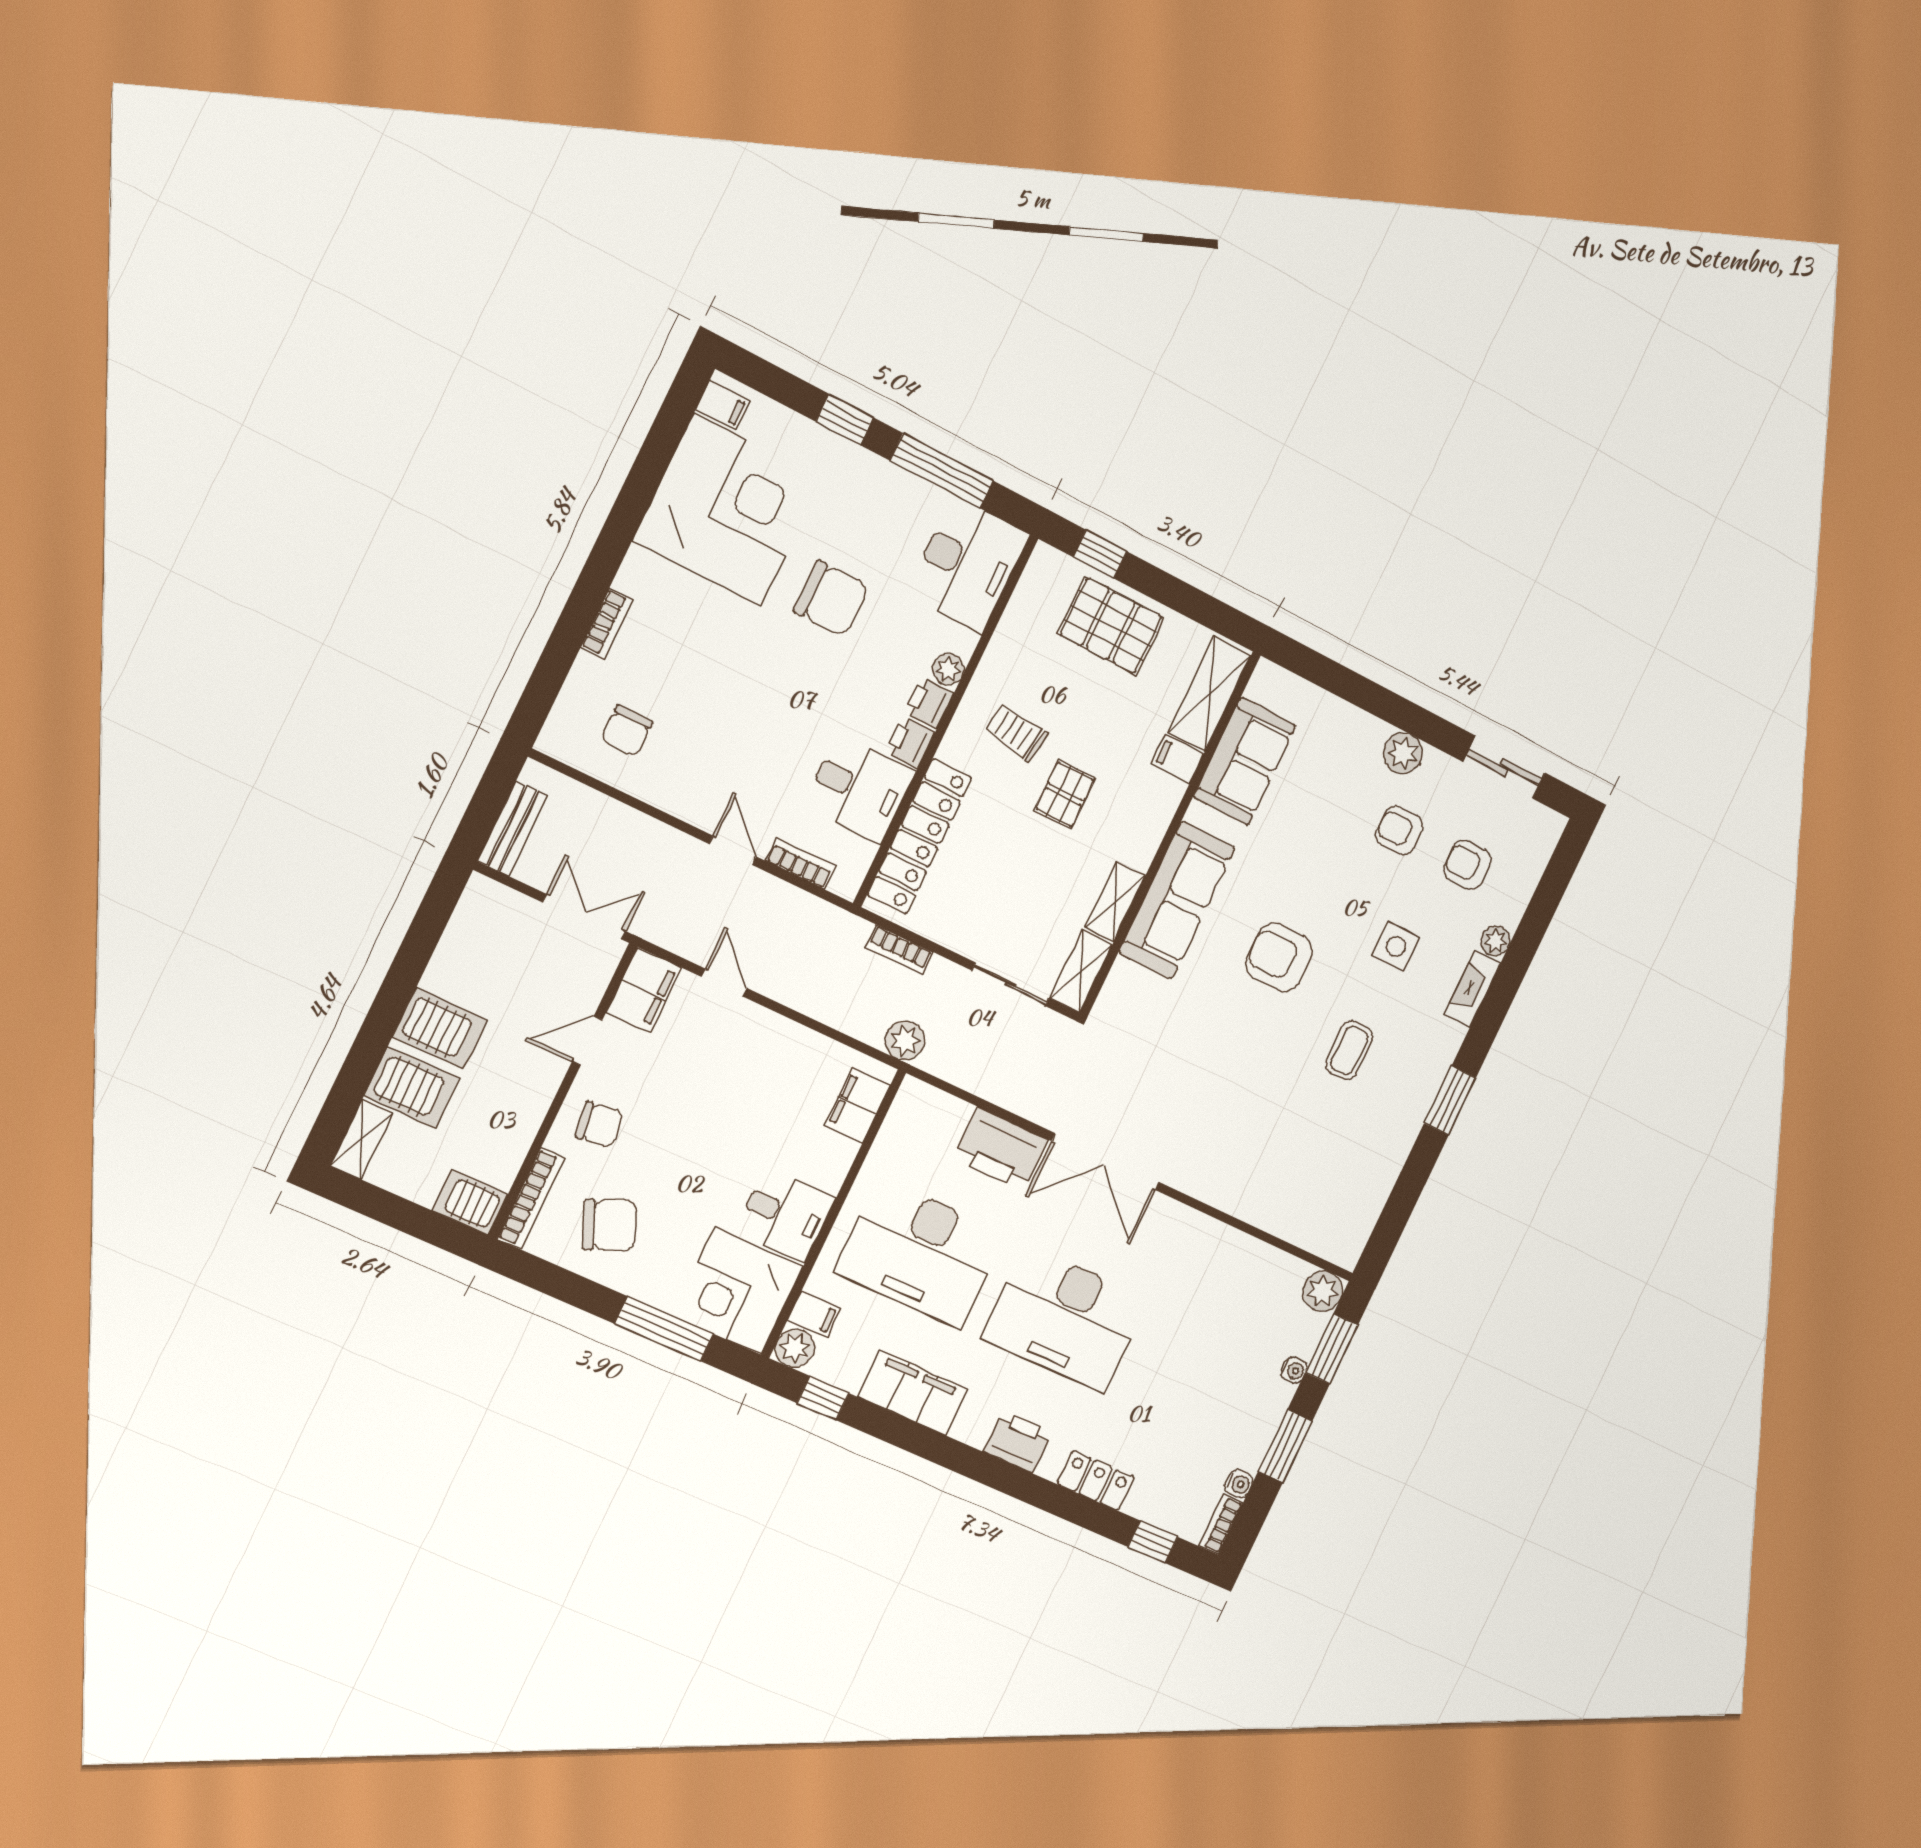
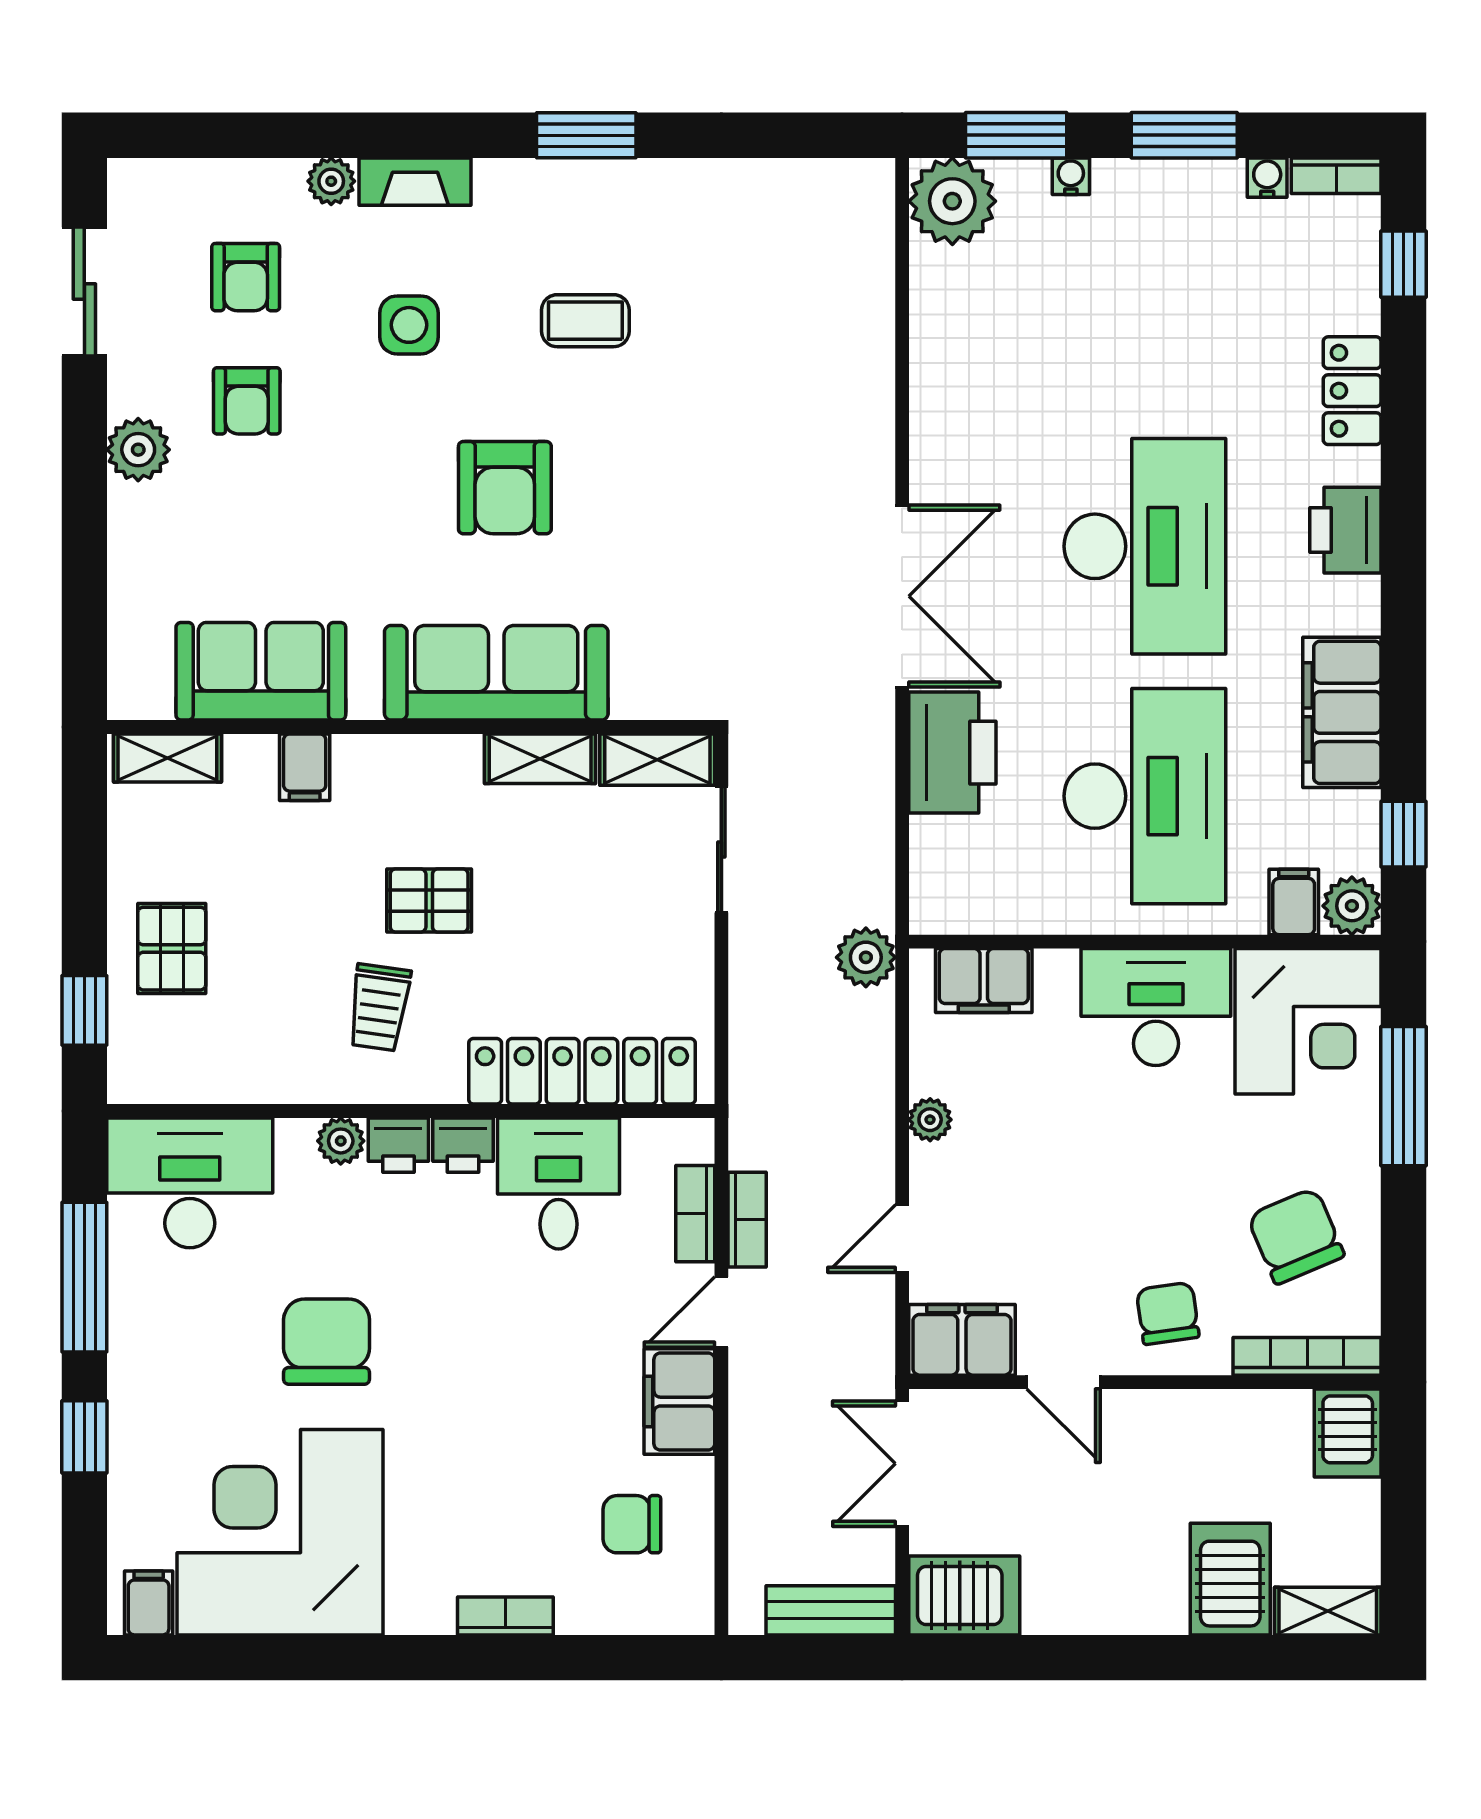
pallet: (1111, 626) -> (172, 949), width x0.67, depth x0.71
shelving: (1210, 694) -> (167, 758), width x0.67, depth x0.75
chair: (627, 731) -> (632, 1524), turned 180
filing cabinet: (690, 797) -> (679, 1402), added
bookcase: (899, 950) -> (747, 1220), moved
server rack: (440, 1028) -> (964, 1595), moved, turned 90
plant: (789, 1034) -> (930, 1120), added
desk: (785, 1215) -> (1156, 1007), width x1.37
plant: (1323, 1291) -> (952, 201), width x1.36, depth x1.36

